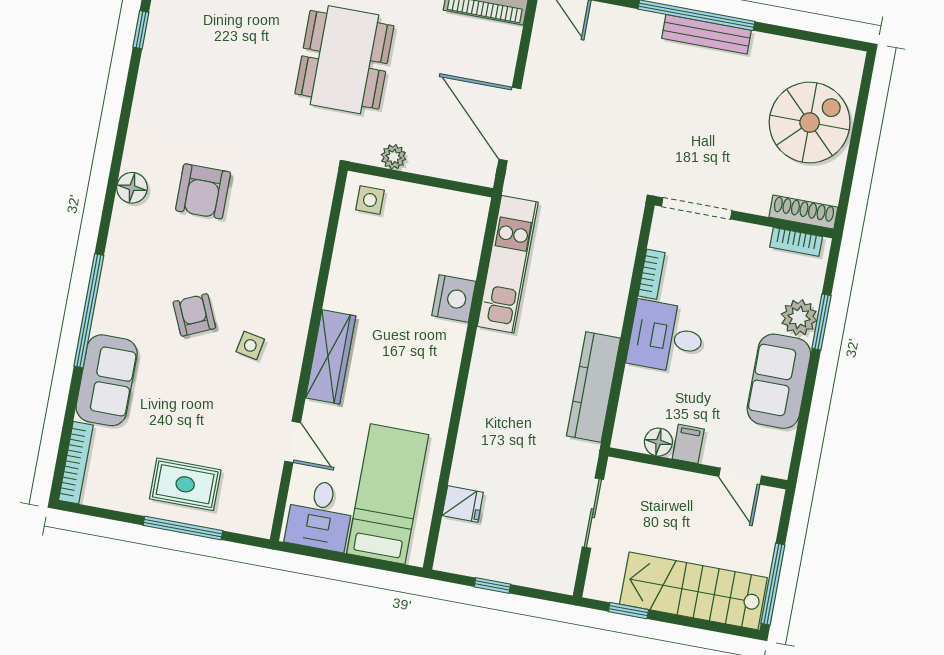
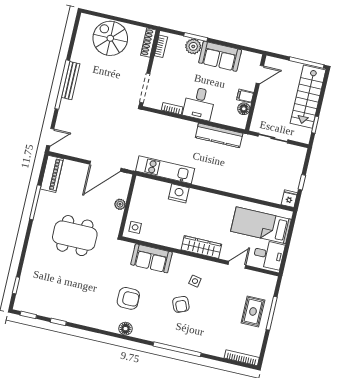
plant: (394, 157) -> (120, 204), moved
armchair: (194, 315) -> (181, 304), turned -89
sofa: (107, 380) -> (151, 258), moved, turned 180
fridge: (463, 504) -> (289, 199), moved

